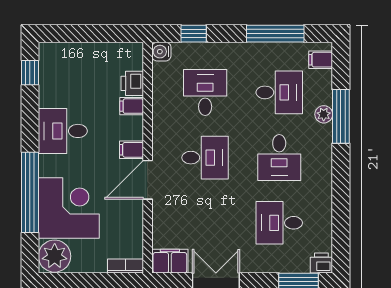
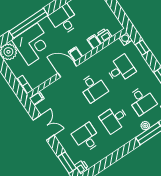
filing cabinet: (170, 261) -> (37, 98), width x0.50

